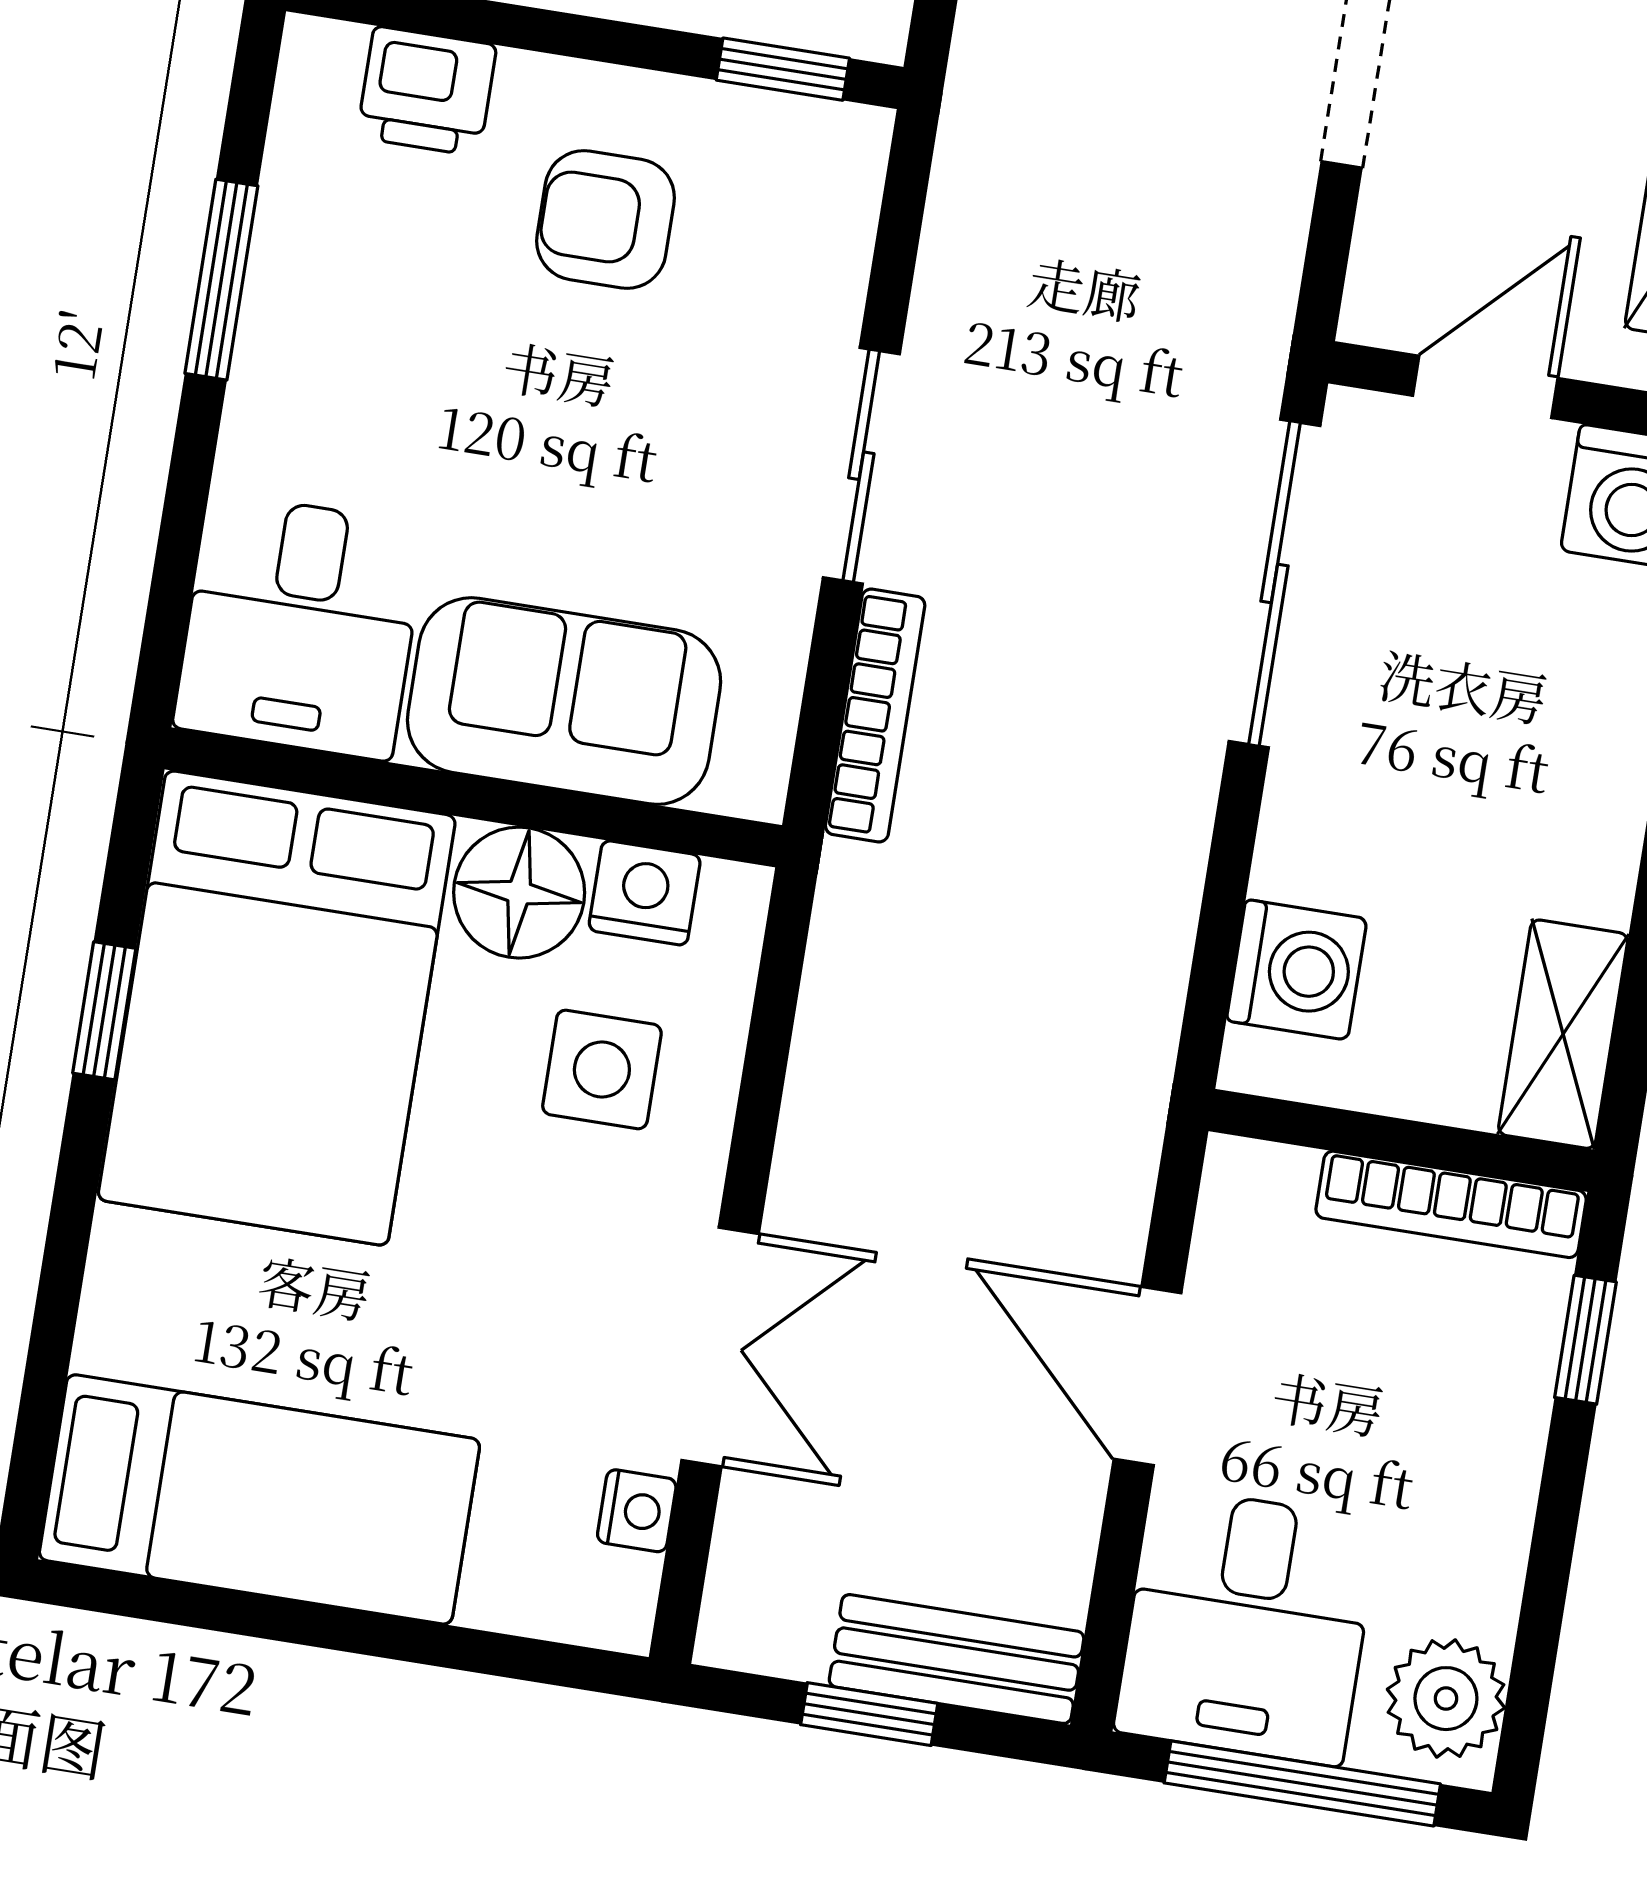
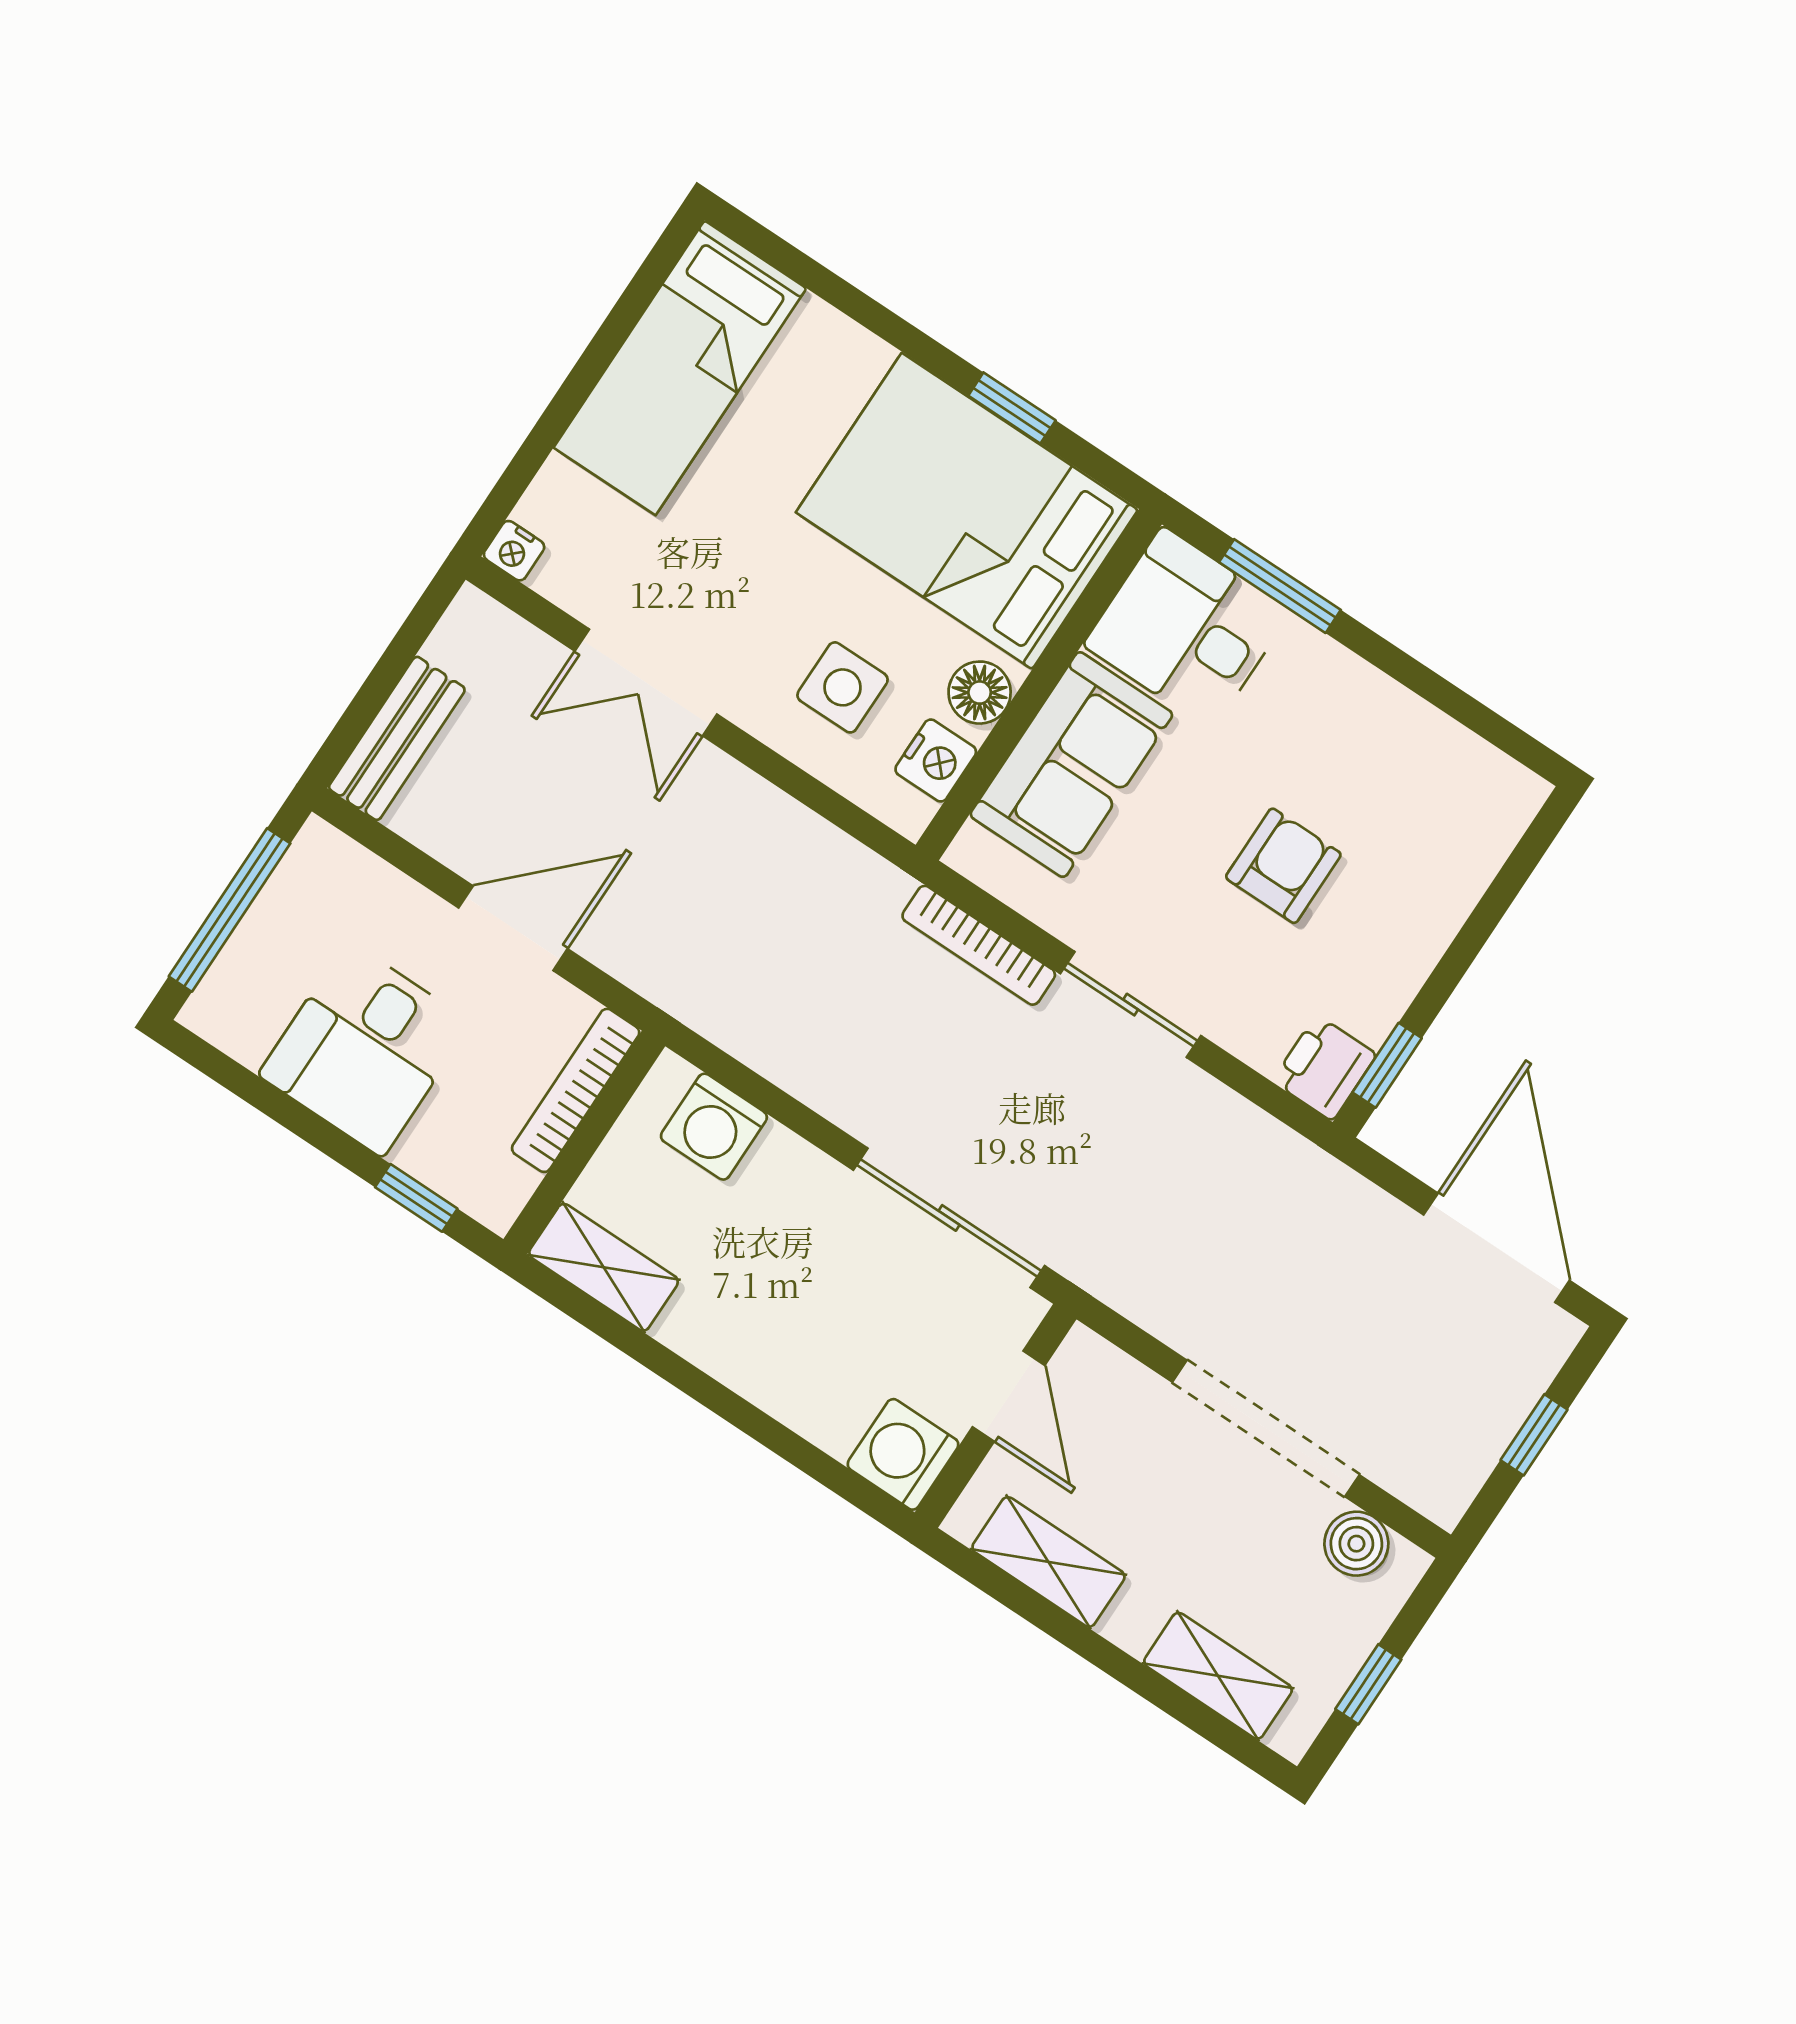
printer: (427, 91) -> (1324, 1068), moved
armchair: (606, 219) -> (1283, 866), moved
window: (221, 280) -> (1280, 586), moved
floor lamp: (519, 893) -> (980, 693), width x0.73, depth x0.73
bookcase: (1451, 1204) -> (576, 1090), moved
nightstand: (637, 1511) -> (514, 551), moved
desk: (1247, 1626) -> (365, 1049), moved, turned -90
plant: (1446, 1699) -> (241, 1018), removed
window: (869, 1714) -> (388, 672), removed

